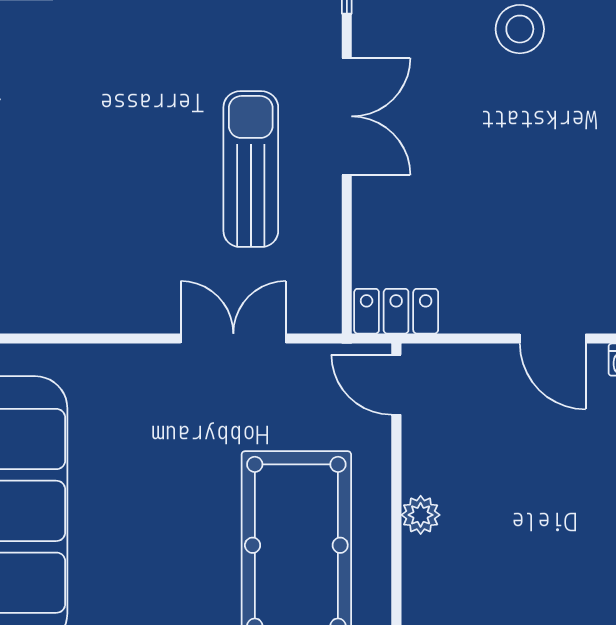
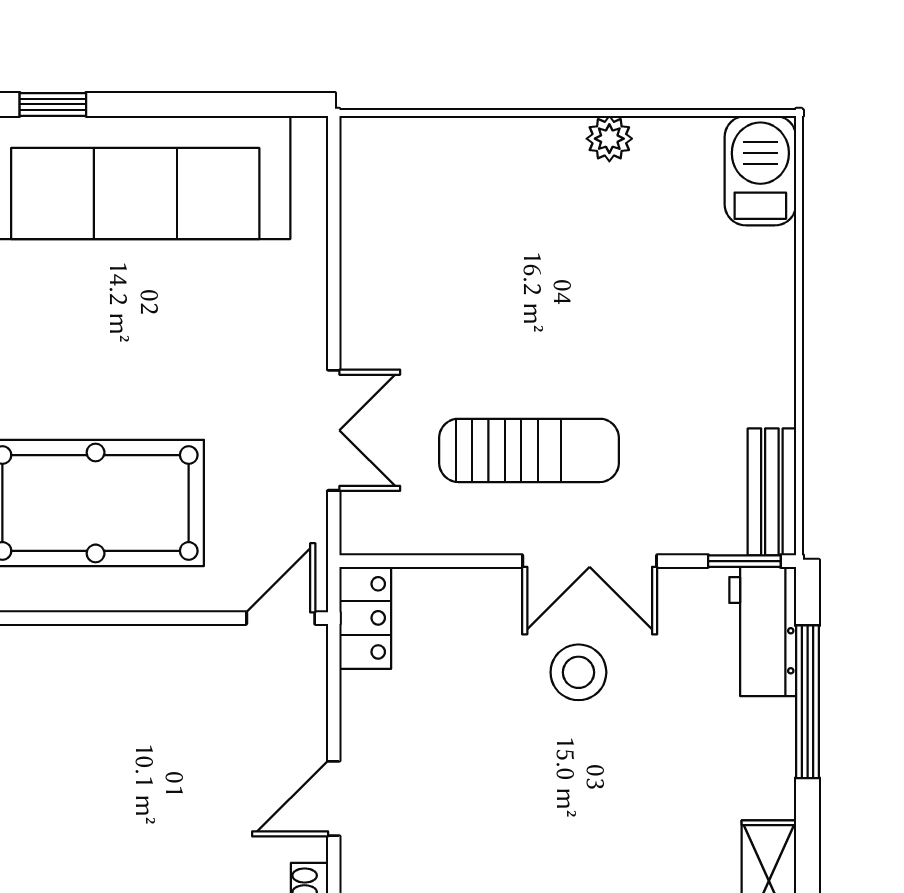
stool: (520, 29) -> (578, 672), moved
plant: (421, 515) -> (131, 646), removed

